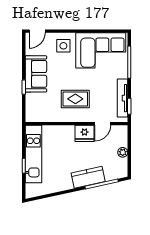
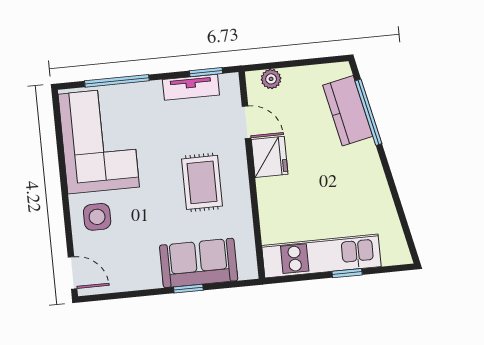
sofa: (36, 74) -> (199, 263), moved
tv unit: (122, 98) -> (191, 87), width x0.71
plant: (123, 152) -> (271, 79), moved
kitchen counter: (88, 177) -> (348, 111), moved

